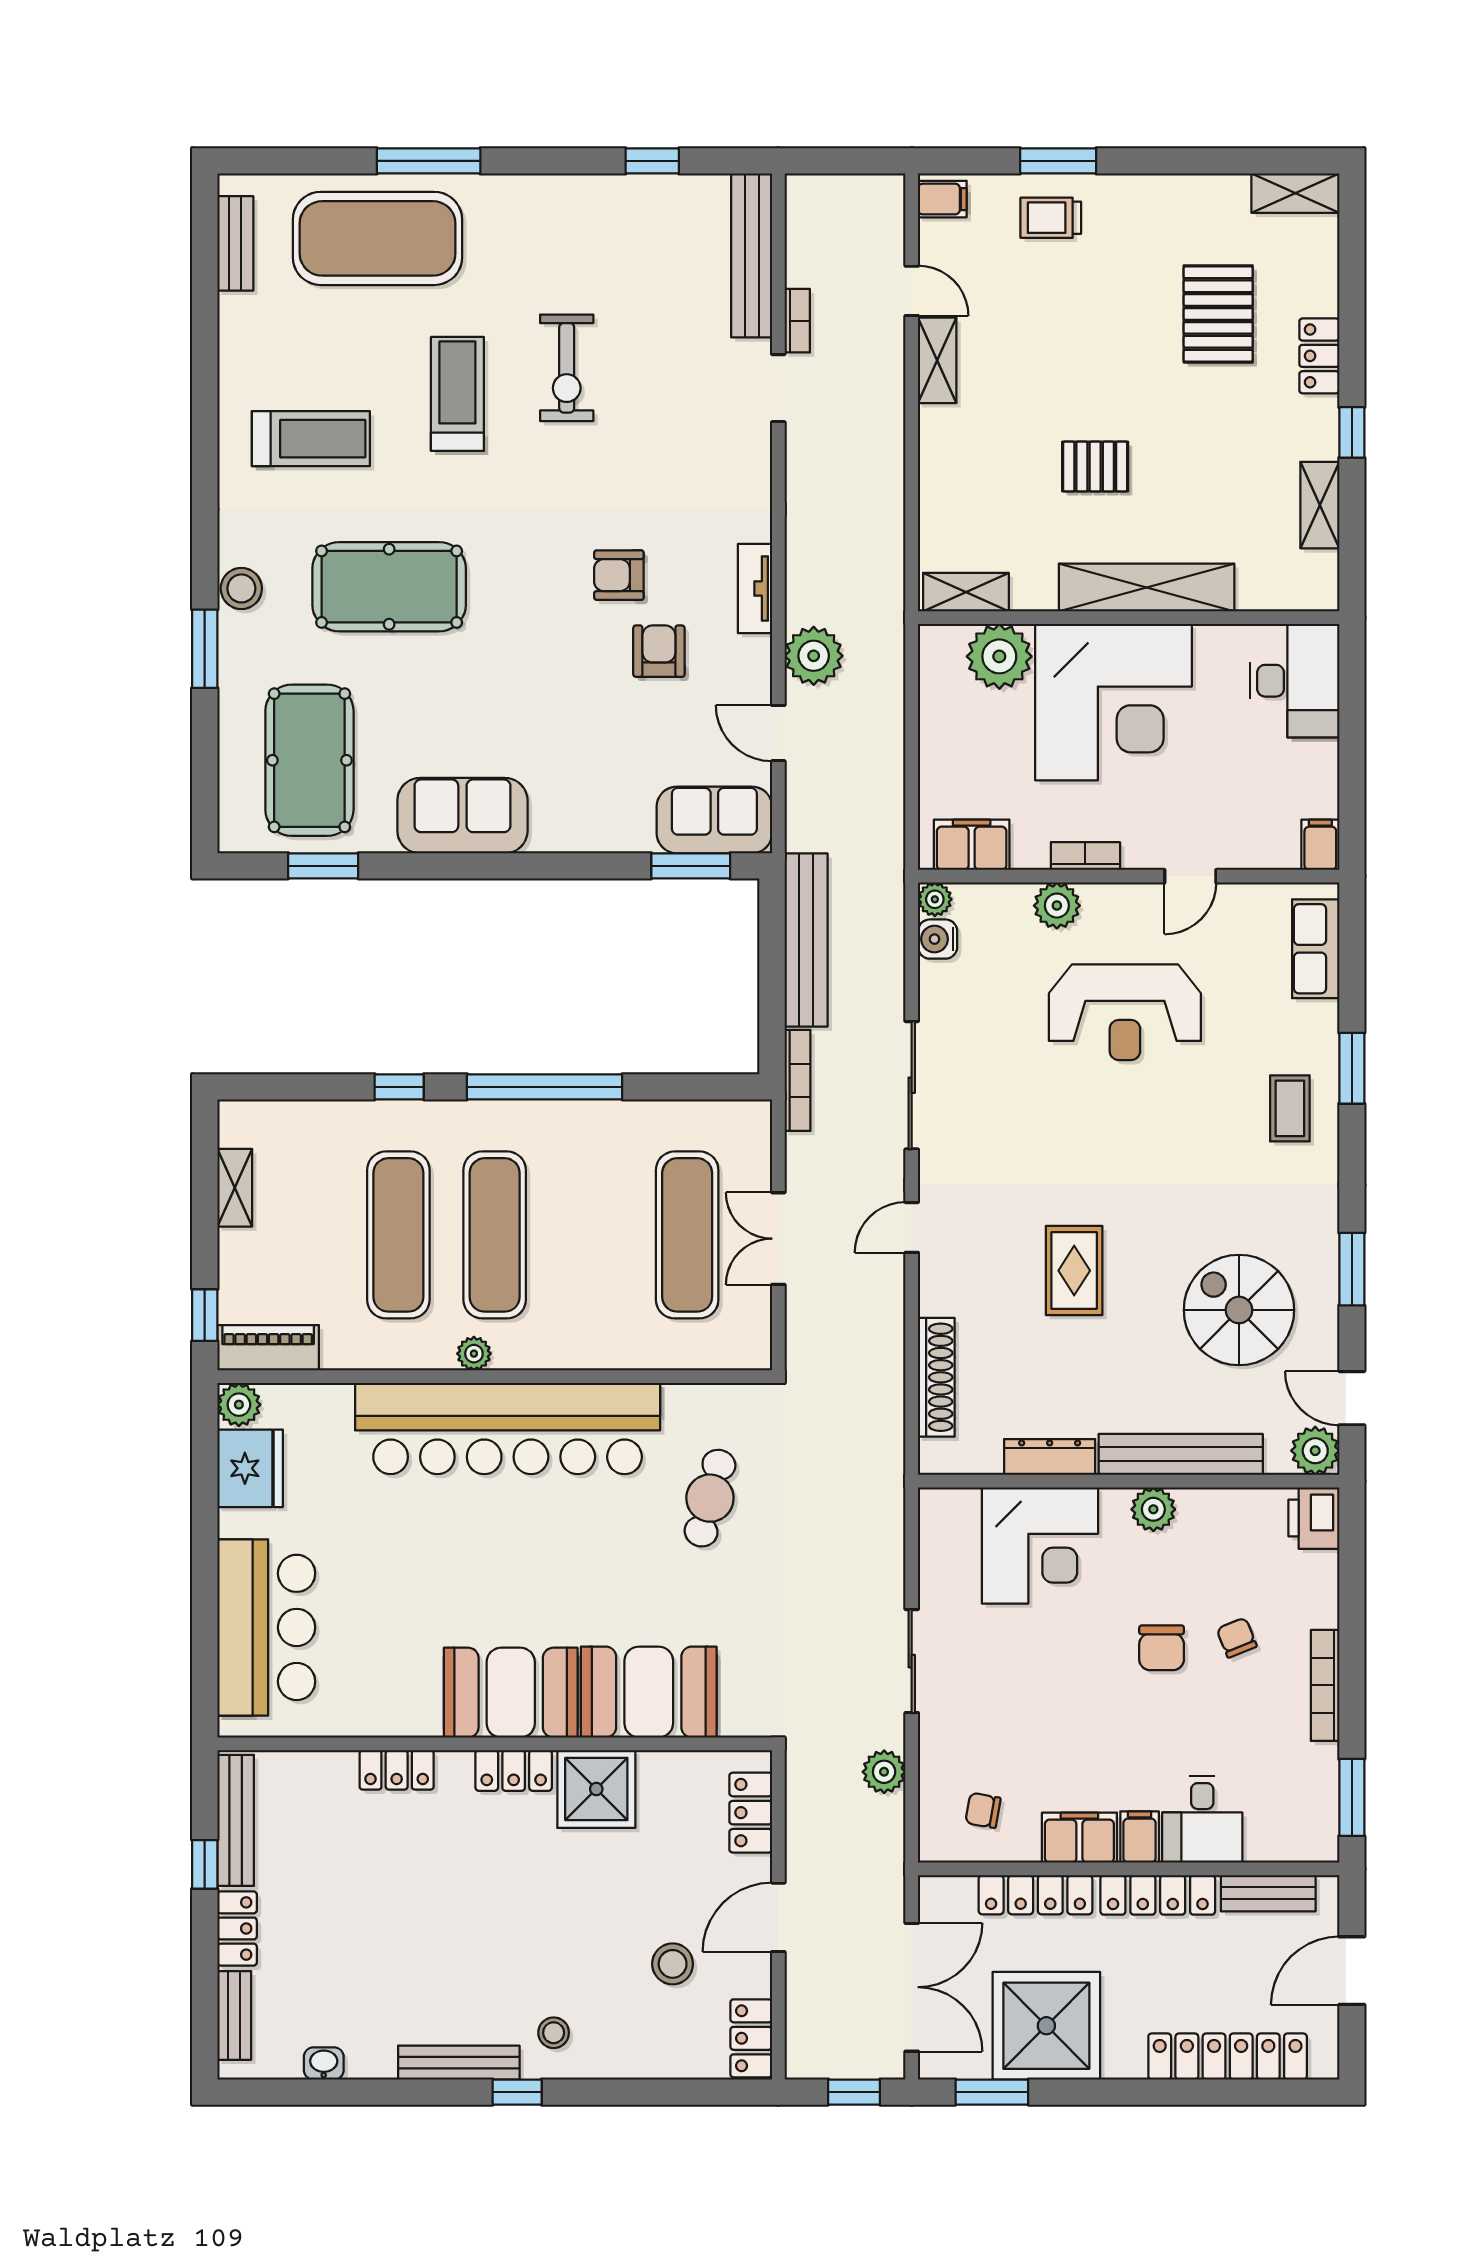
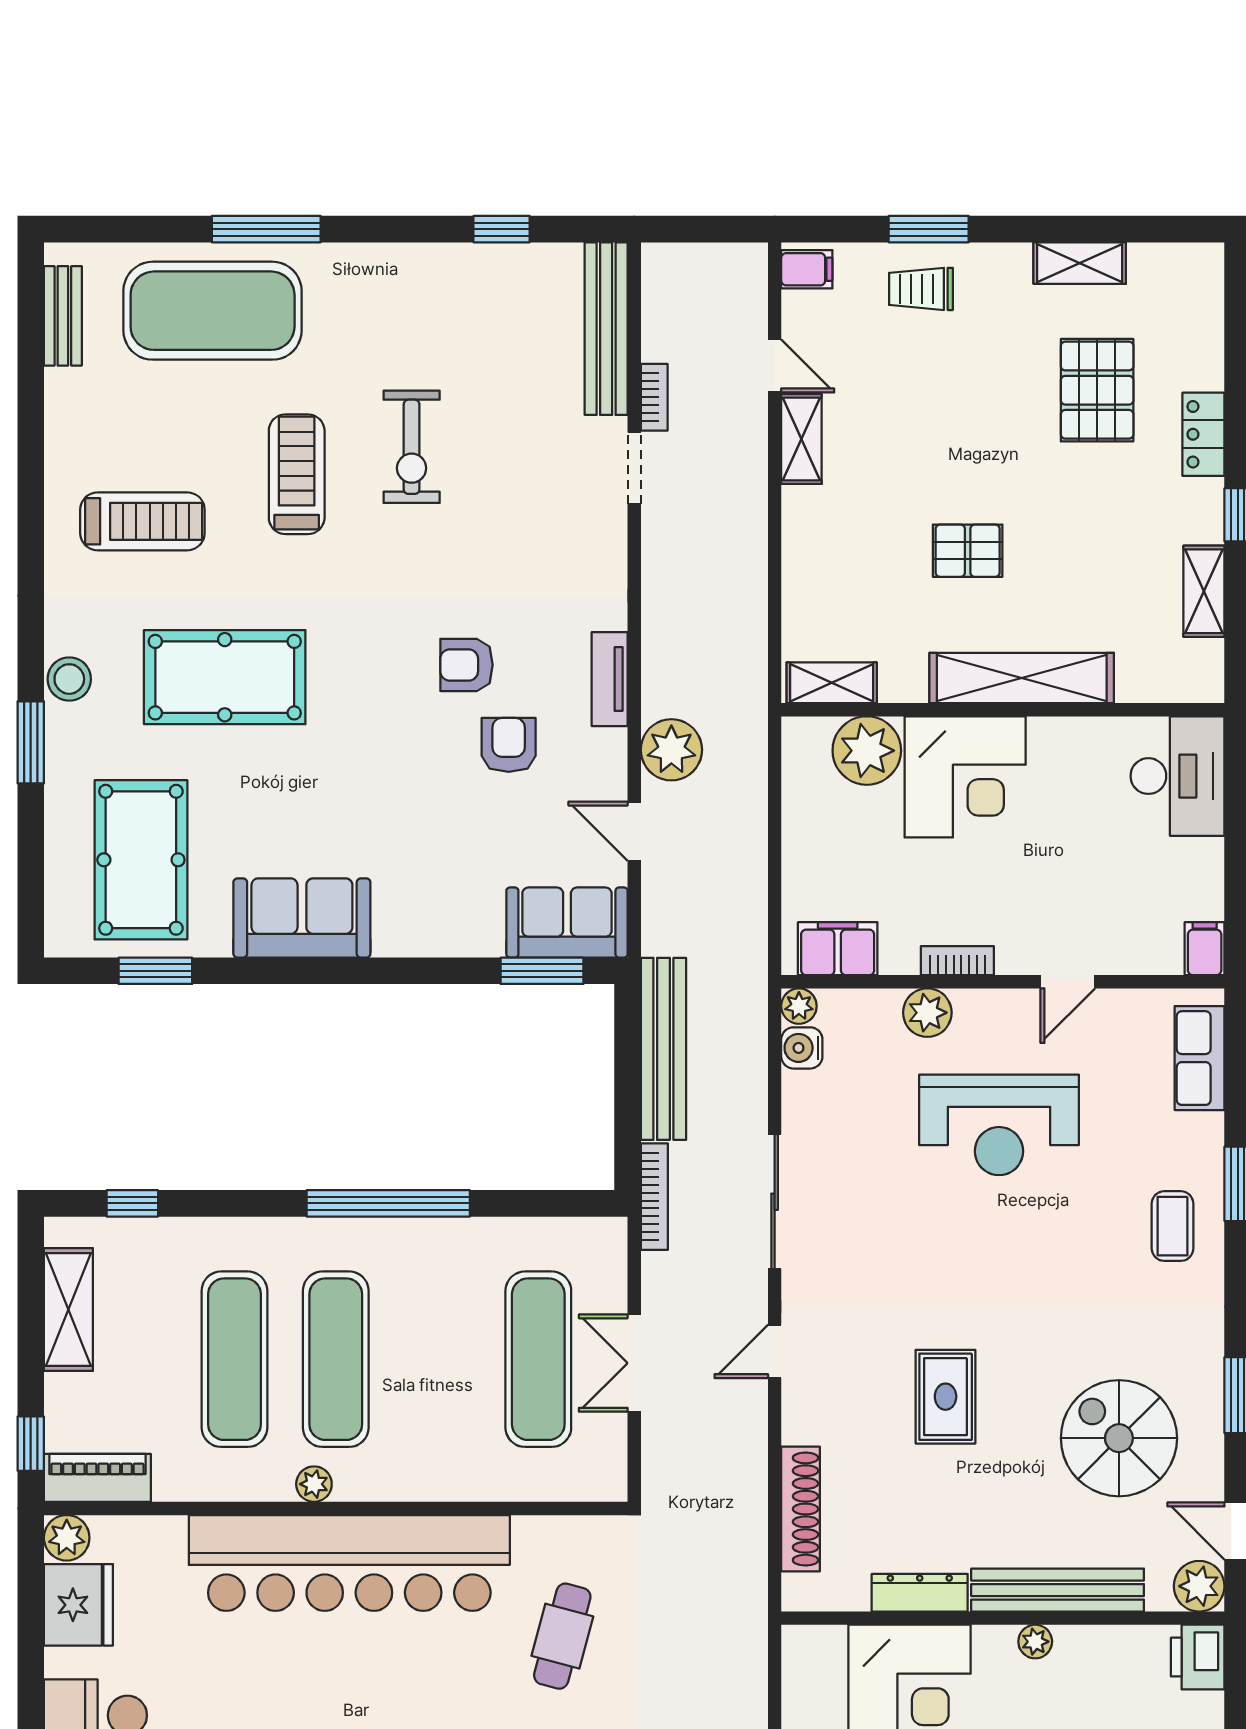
shelving: (1295, 193) -> (1080, 263), moved
corner desk: (1113, 702) -> (965, 777), width x0.74, depth x0.74
window: (399, 1087) -> (132, 1203), moved
shelving: (235, 1188) -> (68, 1310), width x1.50, depth x1.33
plant: (1153, 1509) -> (1035, 1642), width x0.73, depth x0.73

